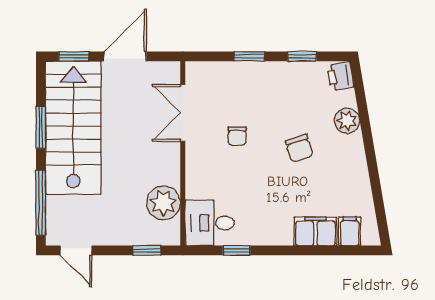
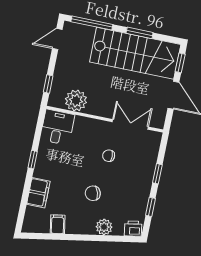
filing cabinet: (350, 231) -> (58, 224), moved, turned -100
window: (237, 250) -> (33, 160), moved

